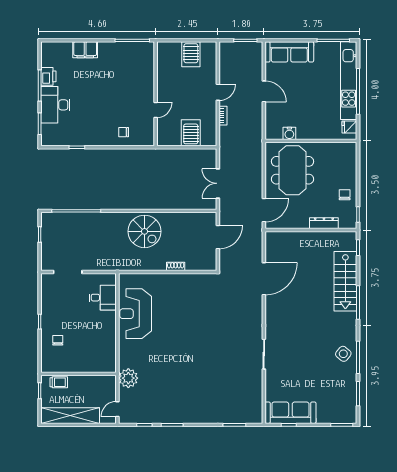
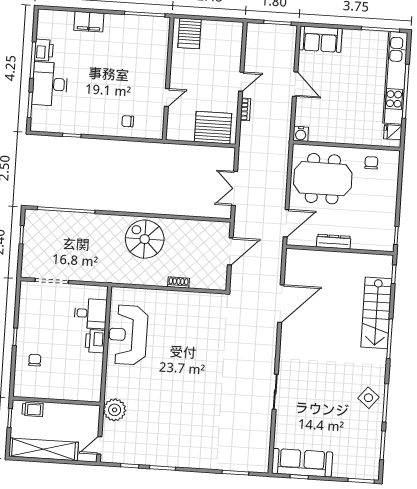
sofa: (289, 52) -> (320, 39), width x0.73
server rack: (191, 54) -> (190, 33), moved
server rack: (191, 133) -> (213, 128), width x1.60
water cooler: (289, 133) -> (301, 134), moved
meeting table: (292, 170) -> (323, 179), turned 90
chair: (345, 195) -> (371, 163), moved
dresser: (324, 223) -> (334, 242), moved
spiral stairs: (144, 231) -> (145, 239), turned 180
printer: (108, 321) -> (95, 341), added

